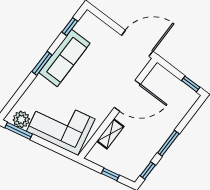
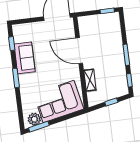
sofa: (64, 58) -> (25, 58), width x0.73
door: (127, 96) -> (79, 51), swing flipped

